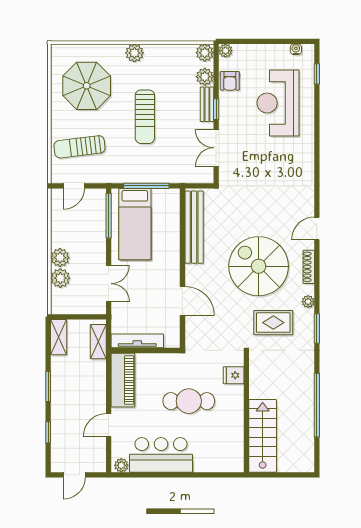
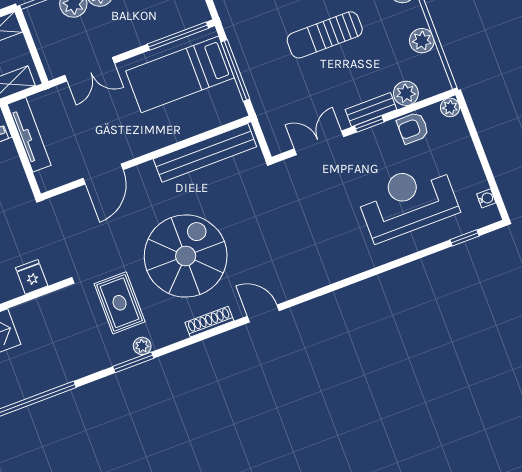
plant: (205, 53) -> (422, 41), moved
plant: (308, 302) -> (142, 346), moved

